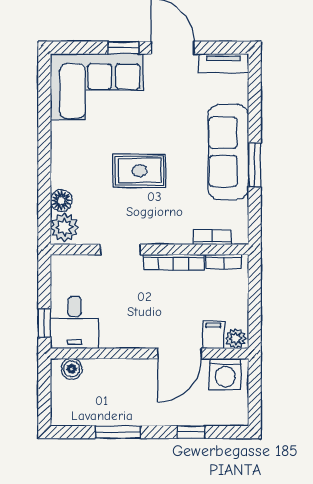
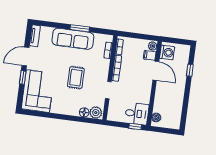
window: (118, 432) -> (186, 101), removed

